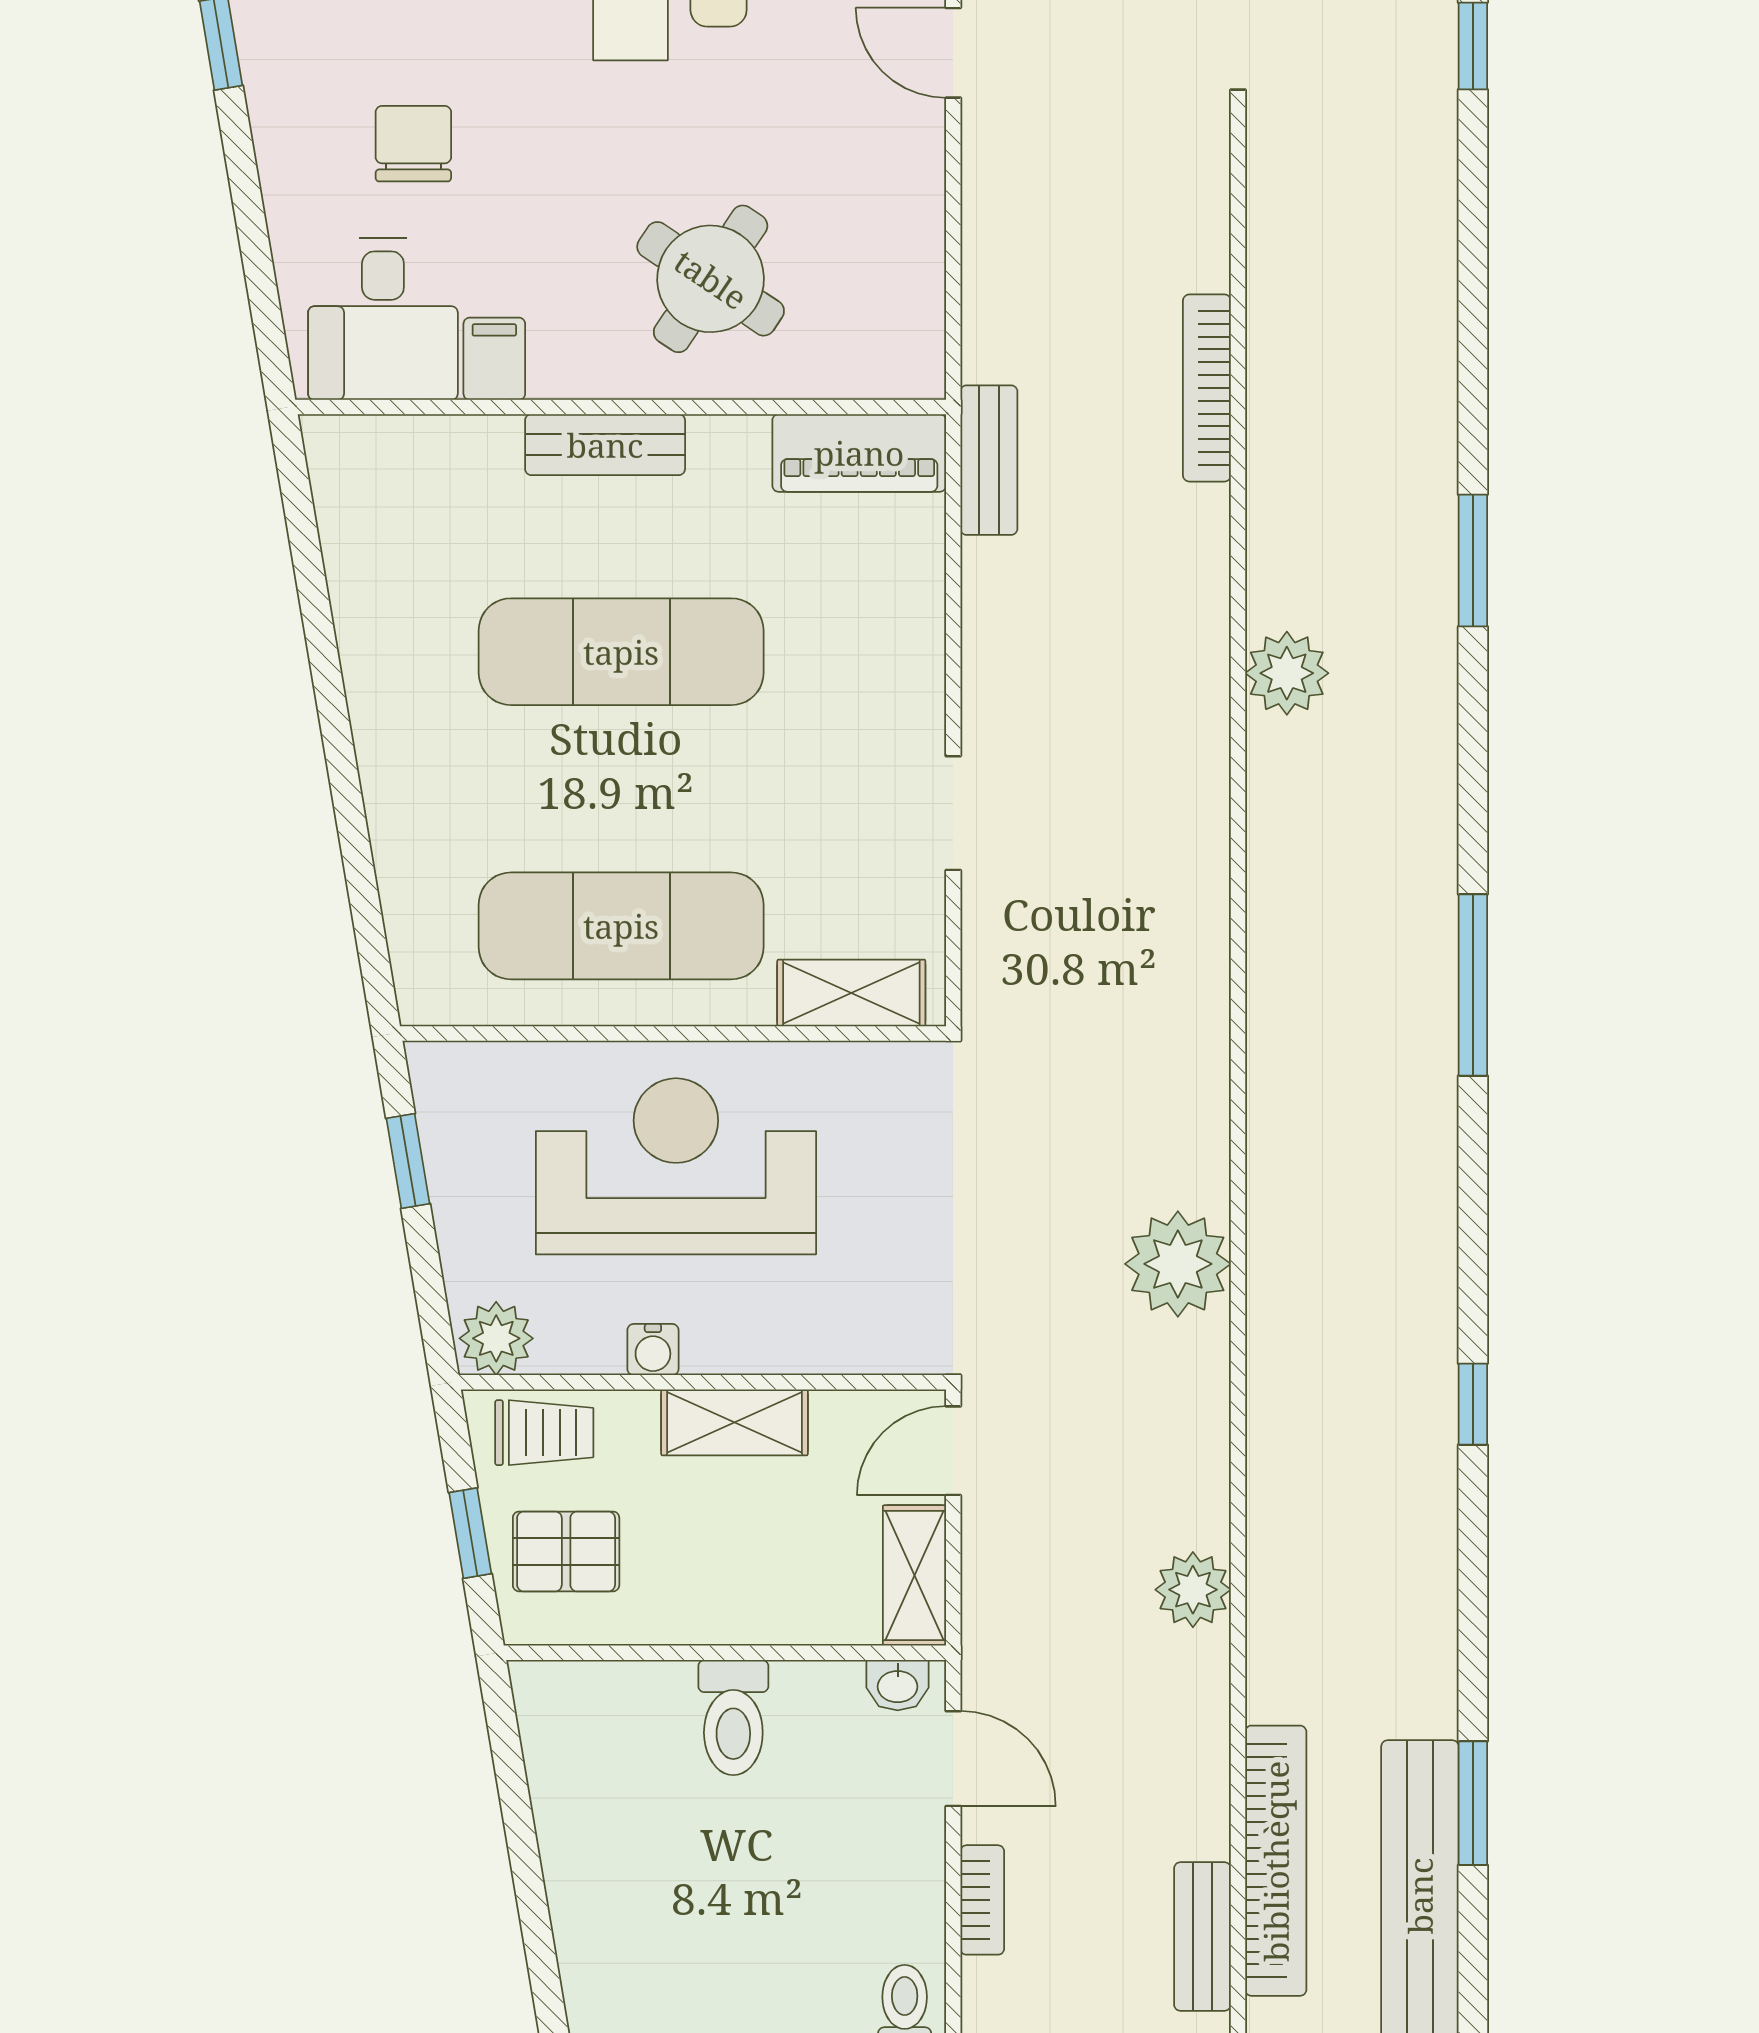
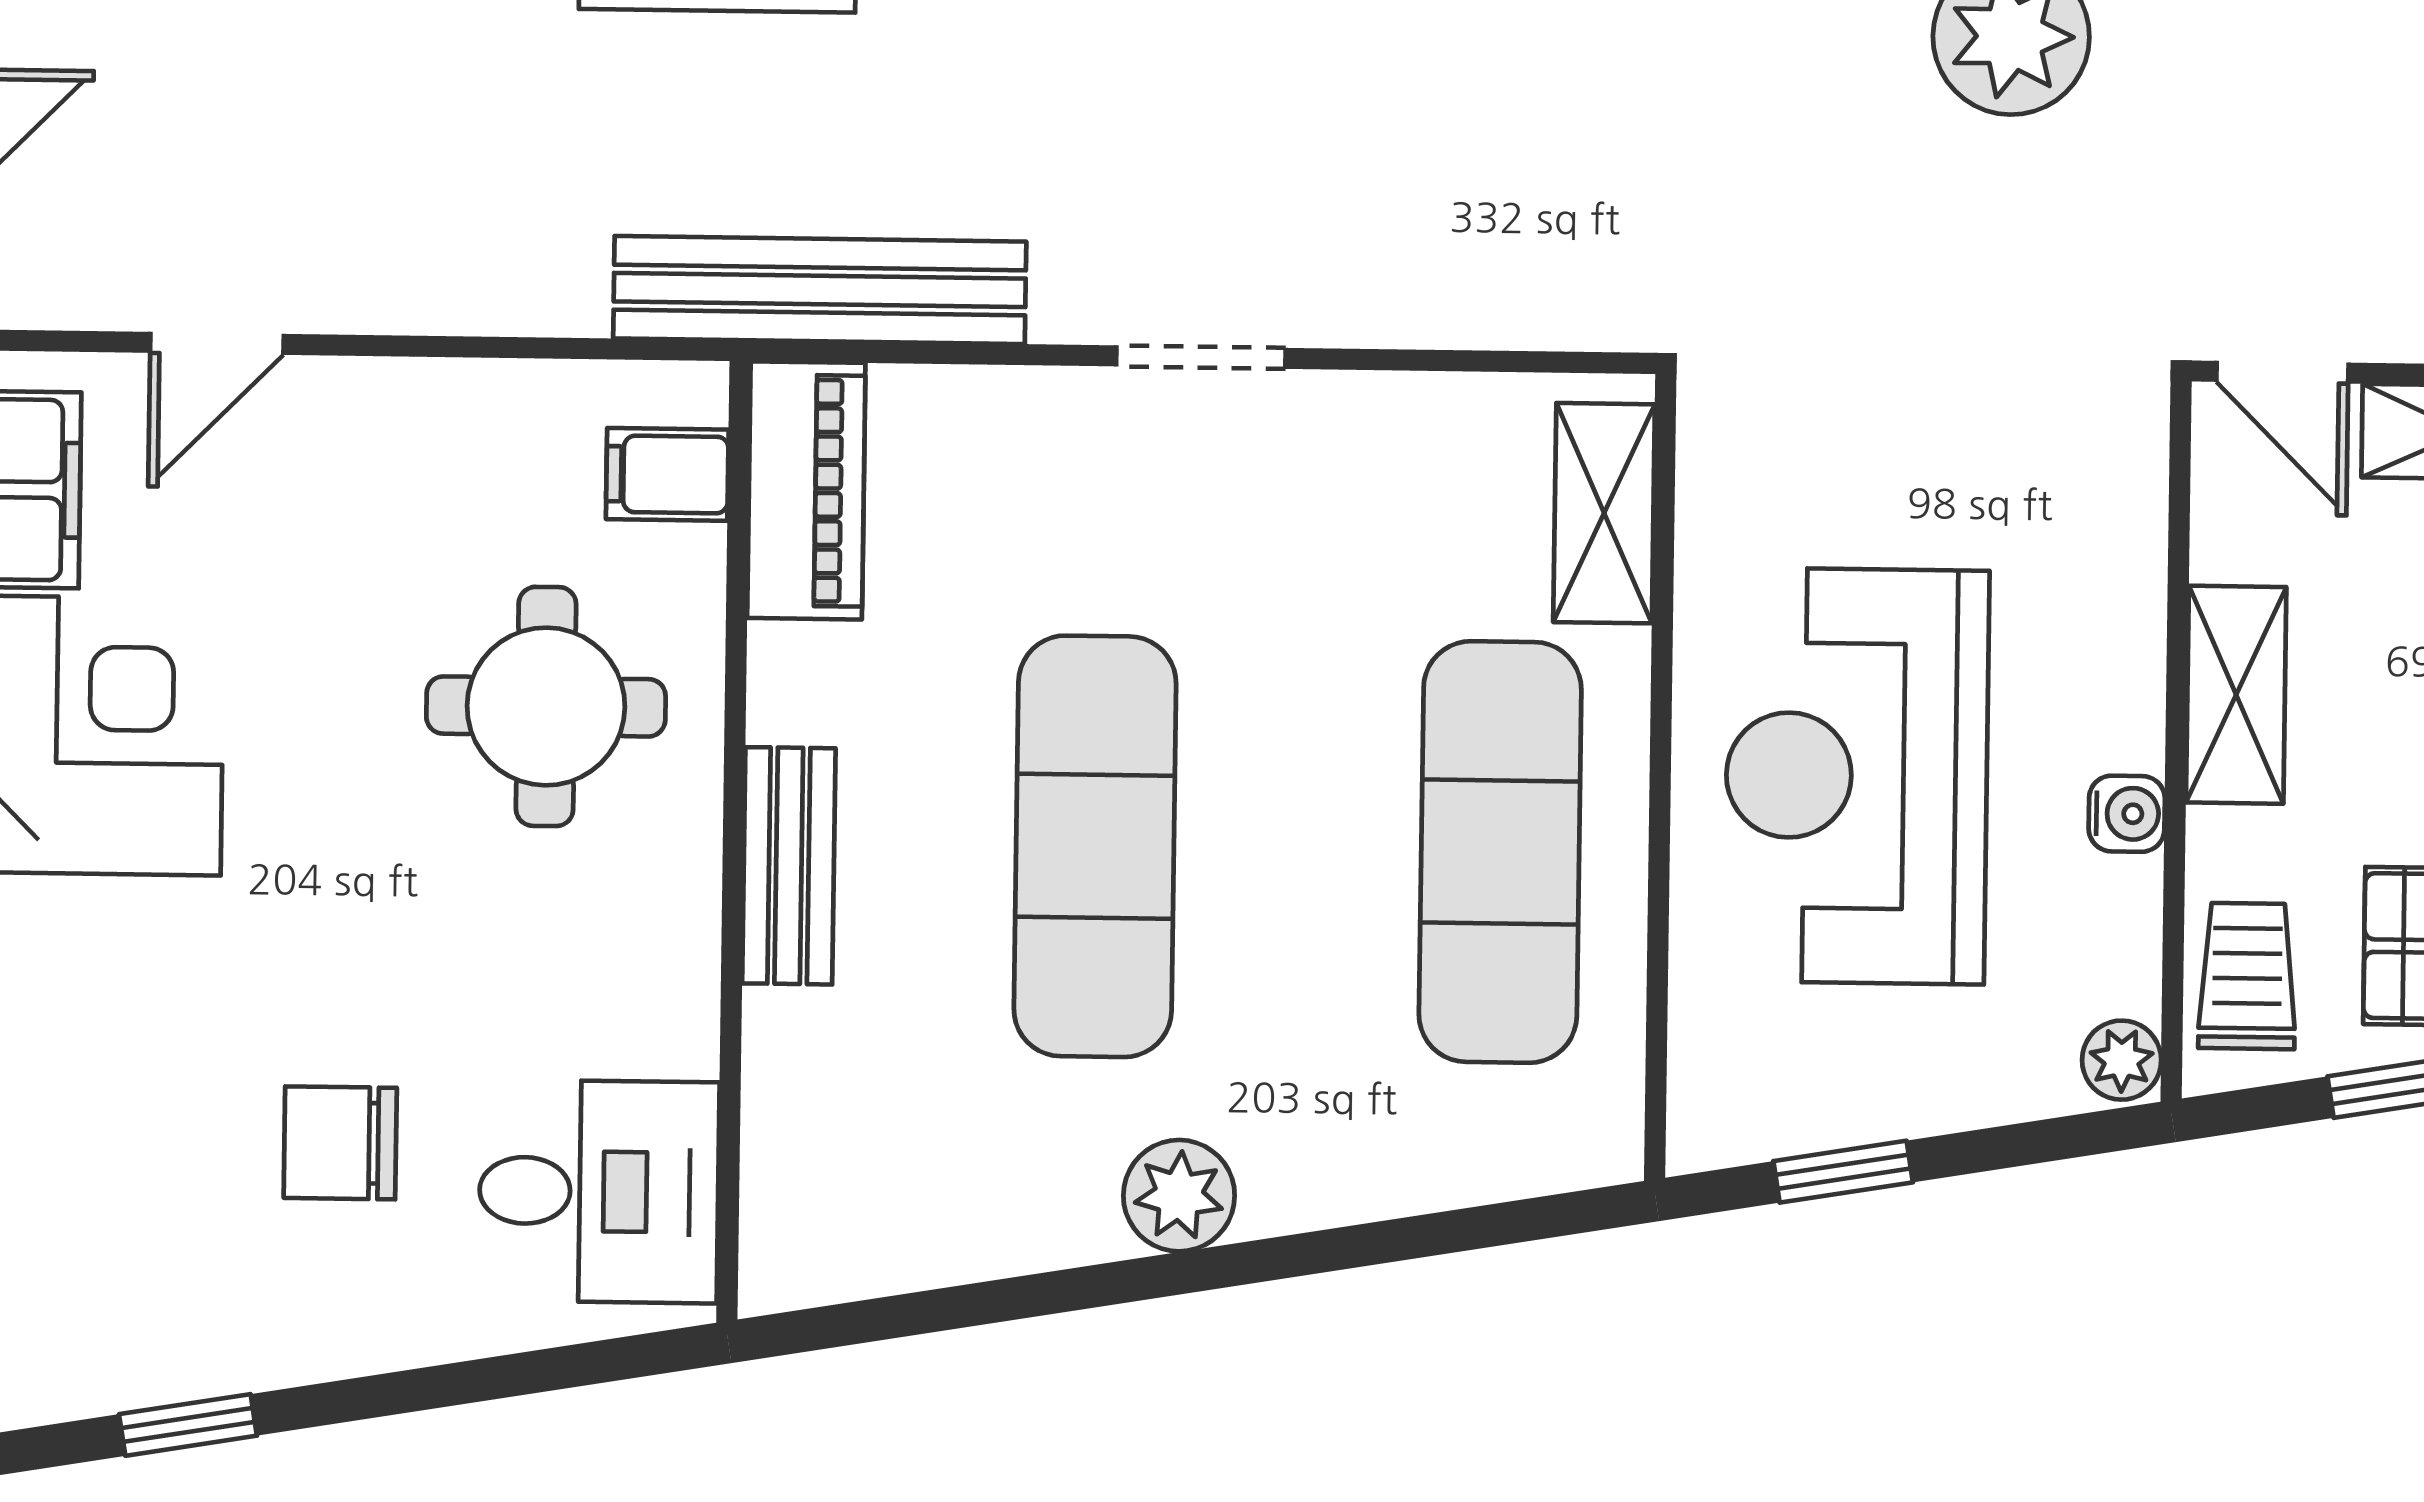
round table: (711, 279) -> (546, 706), turned -34
filing cabinet: (494, 359) -> (667, 474), moved
bench: (989, 460) -> (820, 290), width x1.86, depth x1.21
plant: (386, 712) -> (1179, 1196), added
doorway: (953, 813) -> (1201, 357), moved
plant: (496, 1338) -> (2122, 1060), width x0.73, depth x0.73

